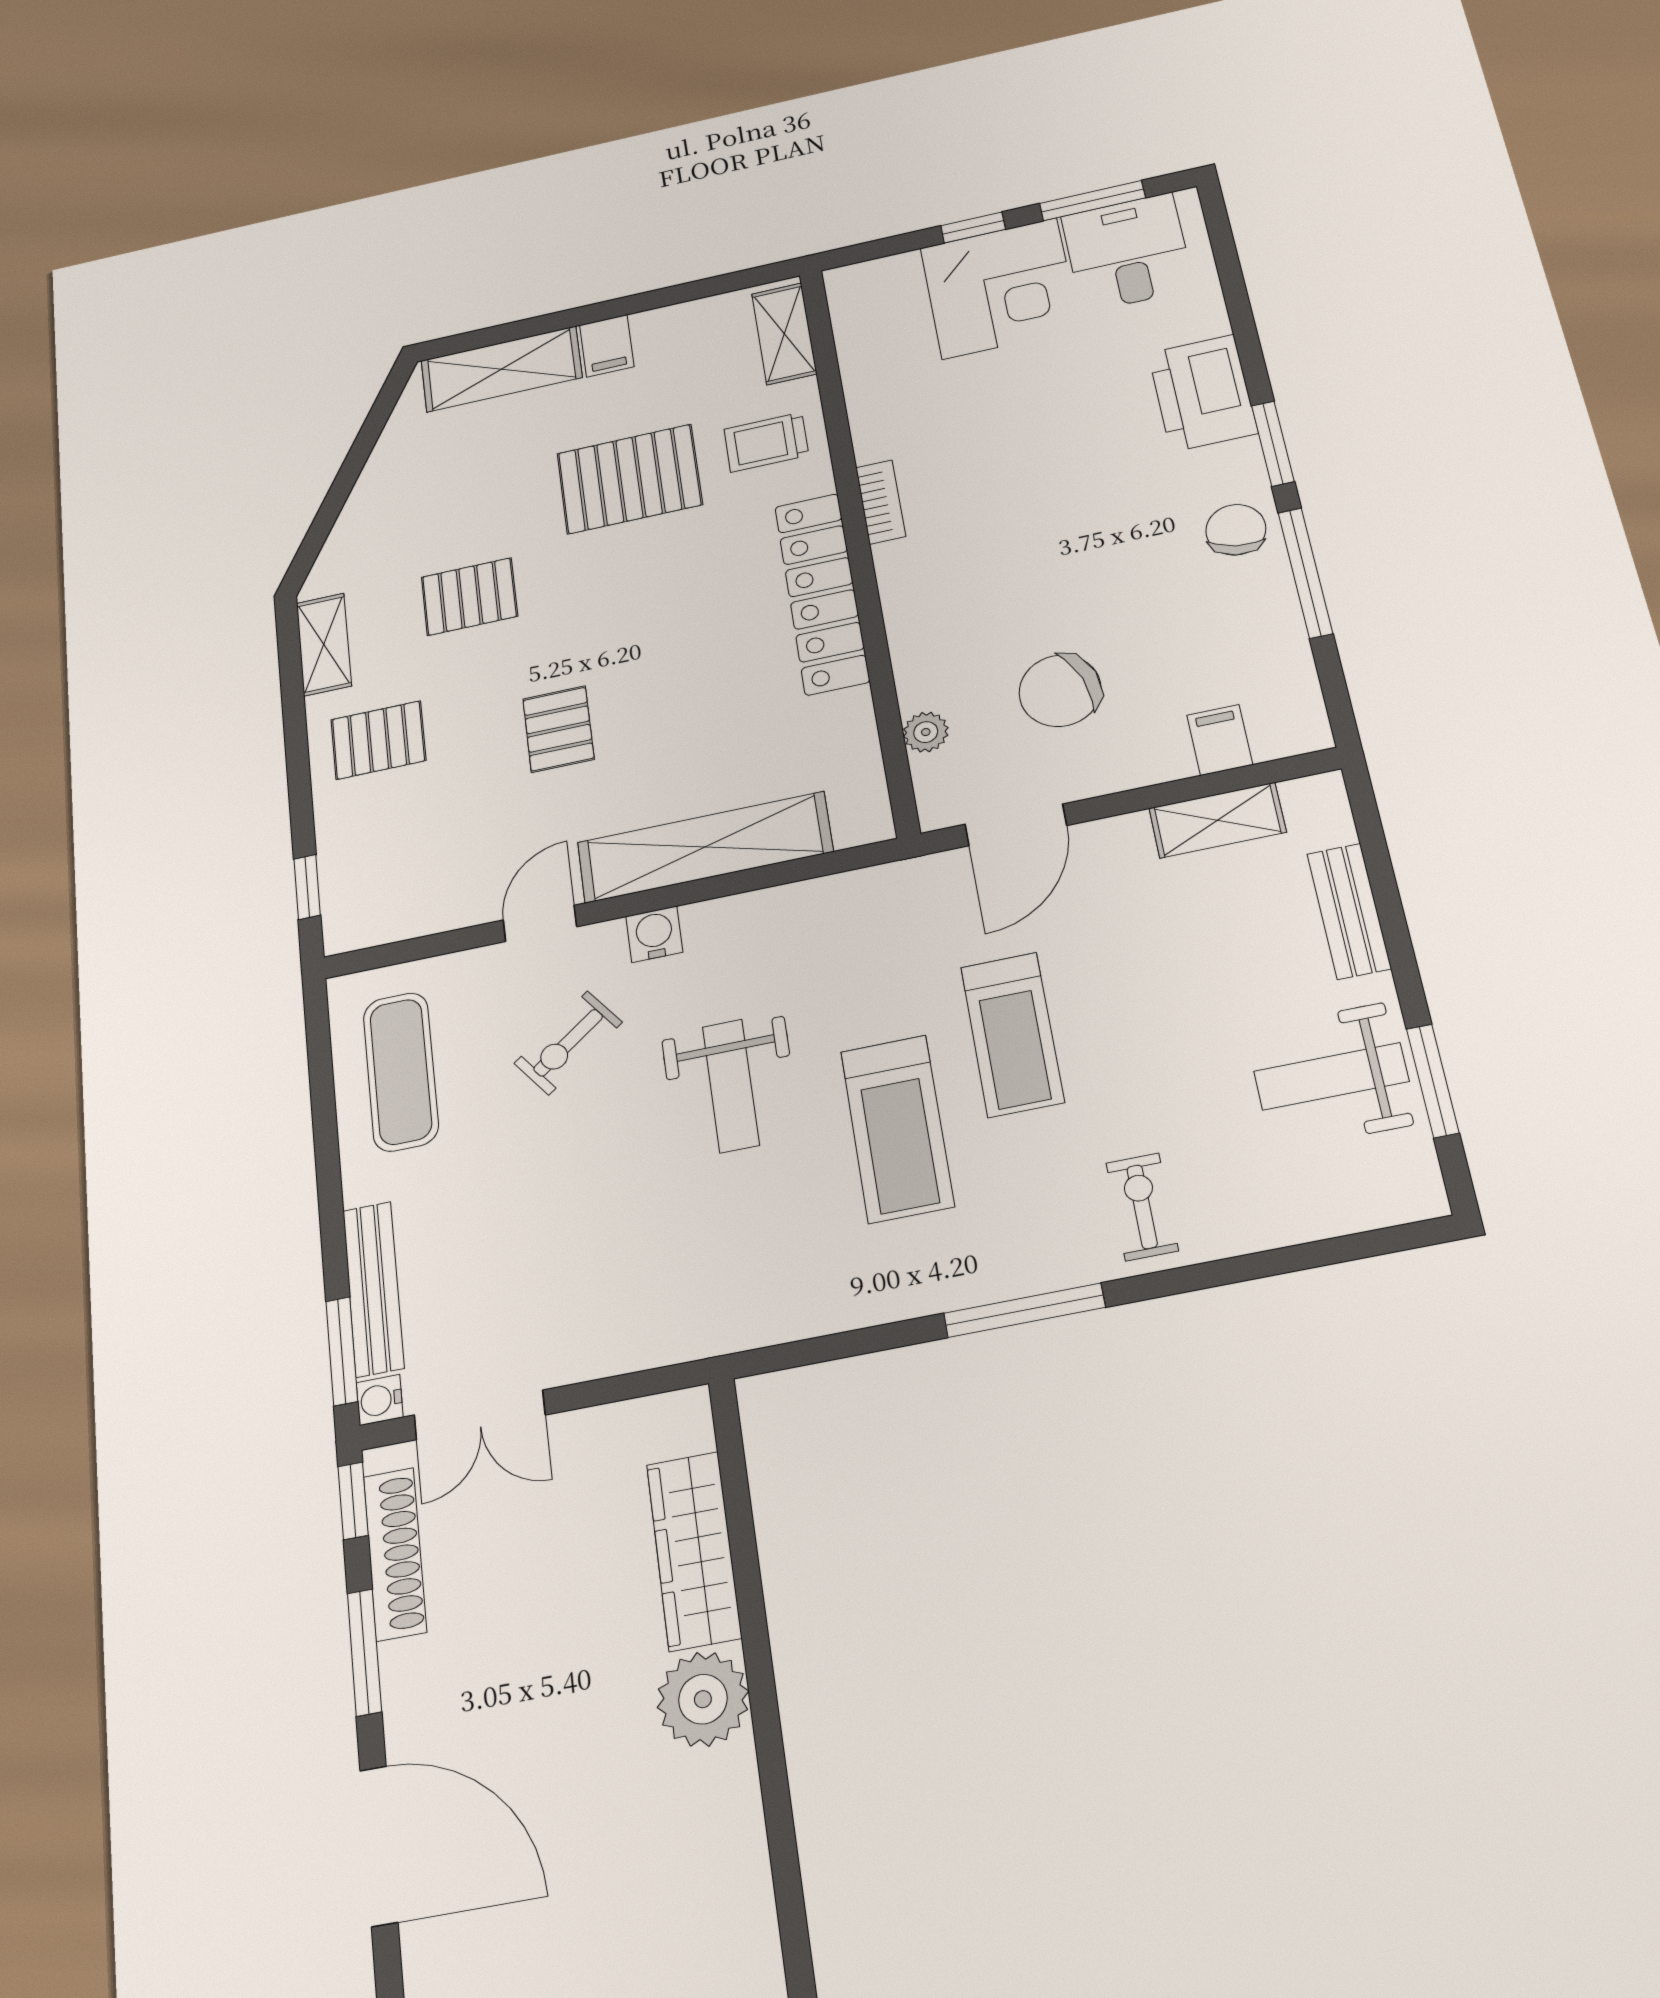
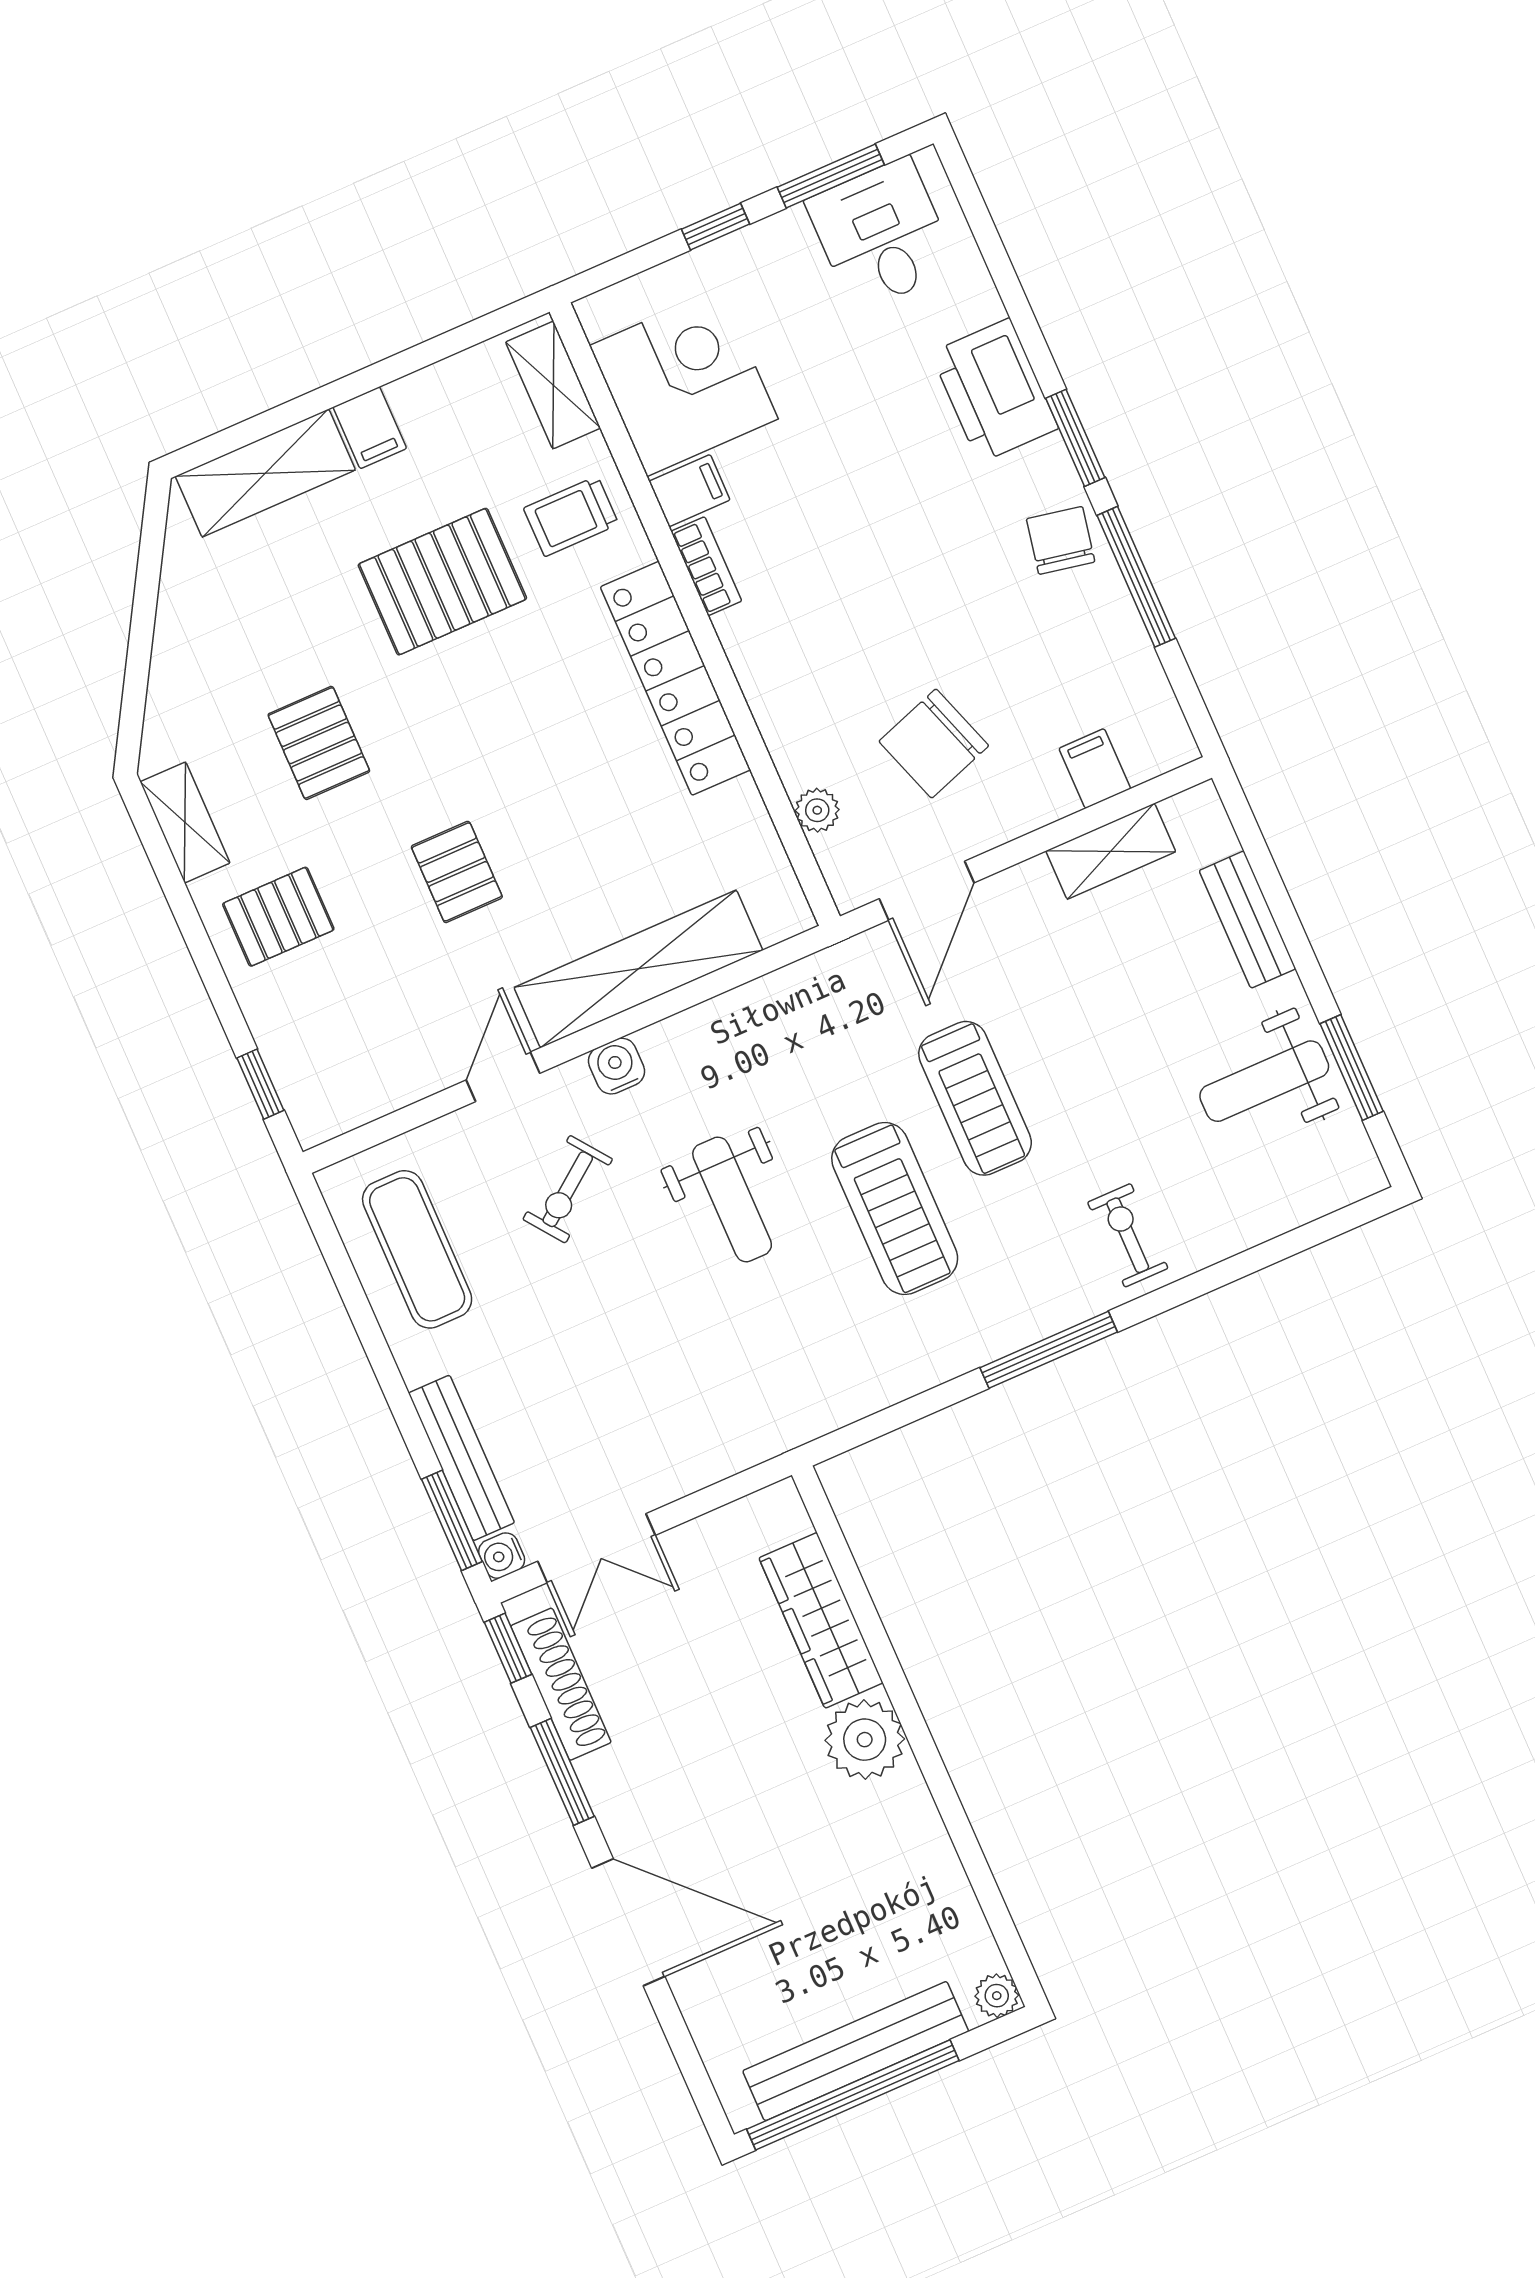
corner desk: (1000, 288) -> (684, 382), moved, turned -90
filing cabinet: (884, 436) -> (689, 491), added
pallet: (469, 597) -> (319, 743), turned 90

